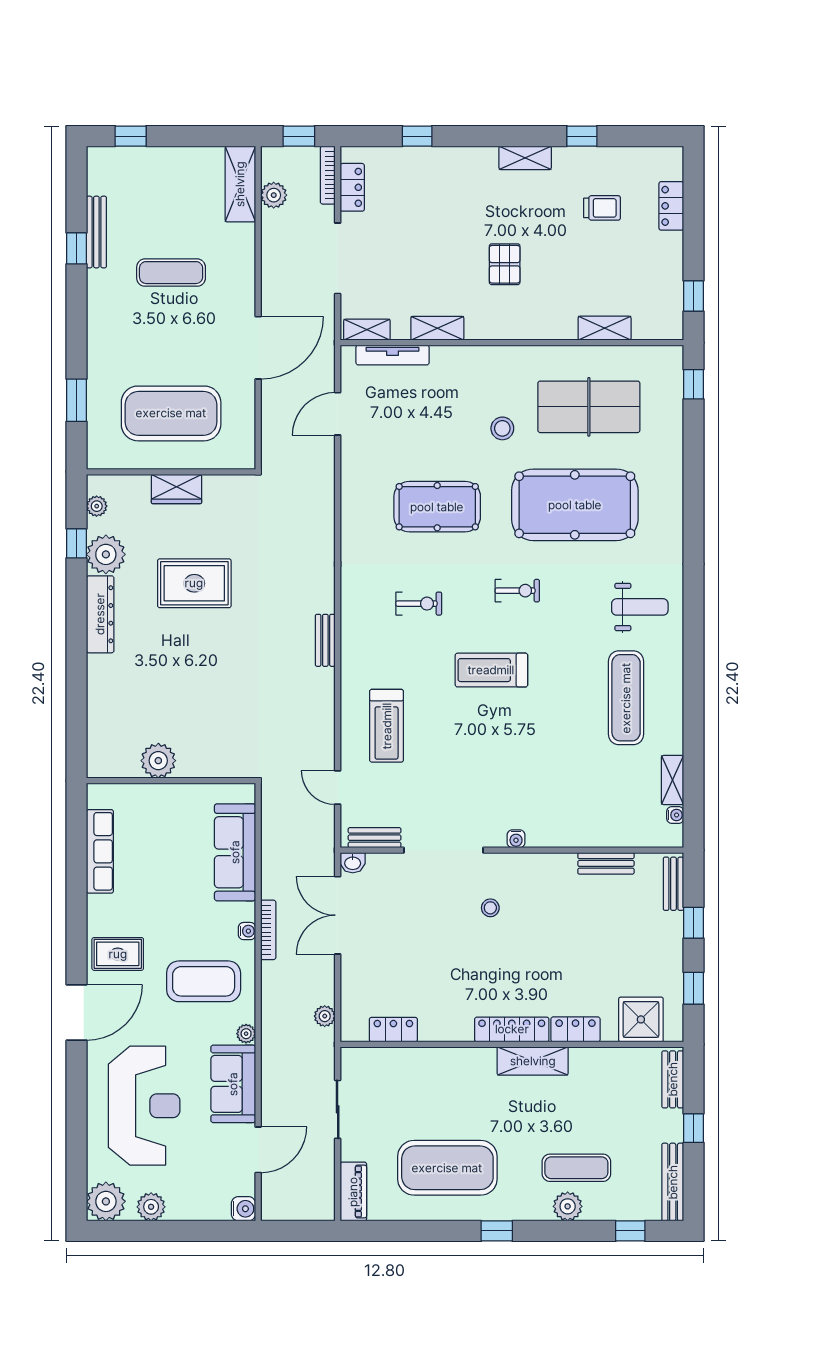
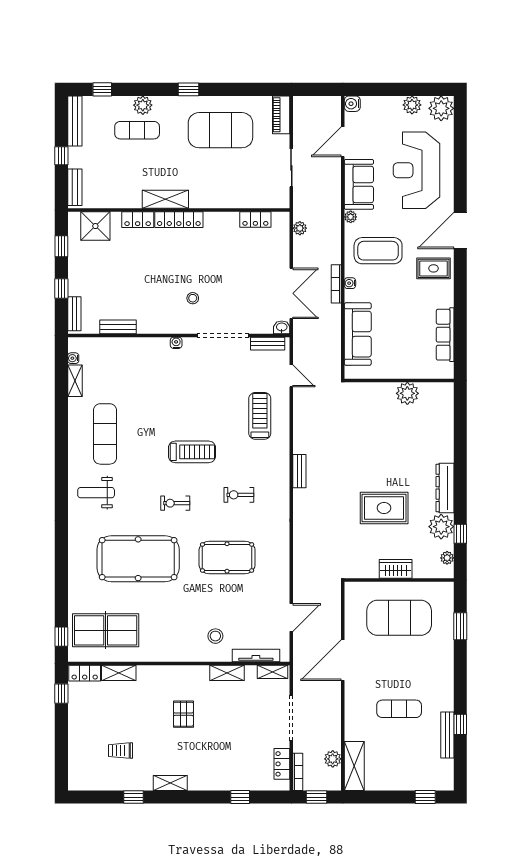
locker: (671, 206) -> (85, 673), moved, turned 90
table tennis table: (589, 407) -> (106, 630), moved
stool: (502, 428) -> (215, 636), moved

